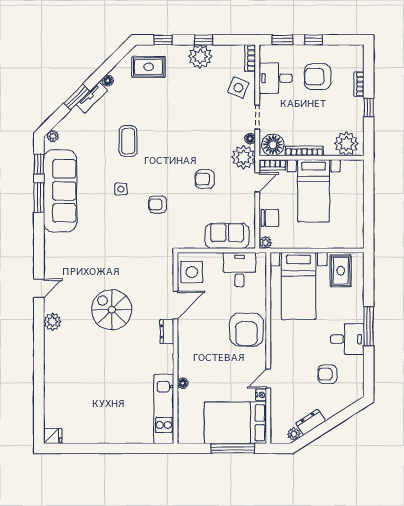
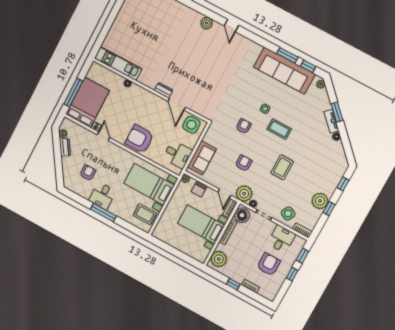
rug: (149, 67) -> (282, 167), moved
coffee table: (128, 141) -> (279, 129), moved
spiral stairs: (112, 310) -> (195, 64), removed

